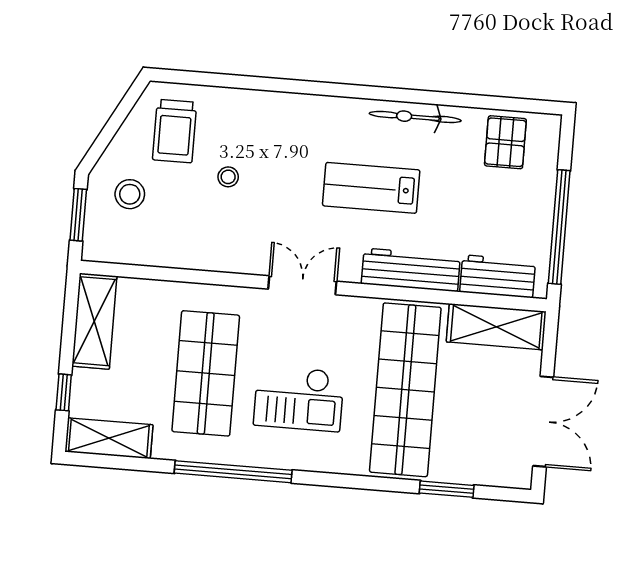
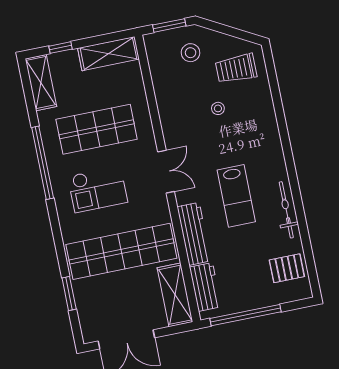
lab bench: (371, 188) -> (236, 196), turned 180
checkout: (299, 398) -> (98, 189), turned -90

